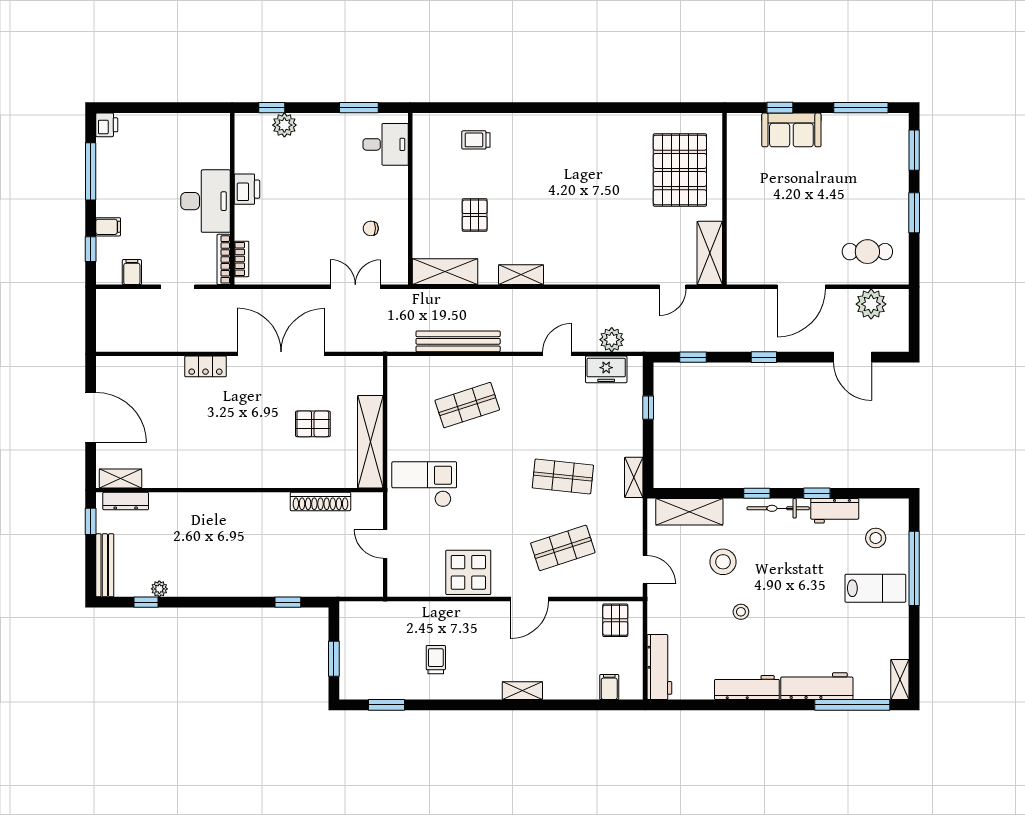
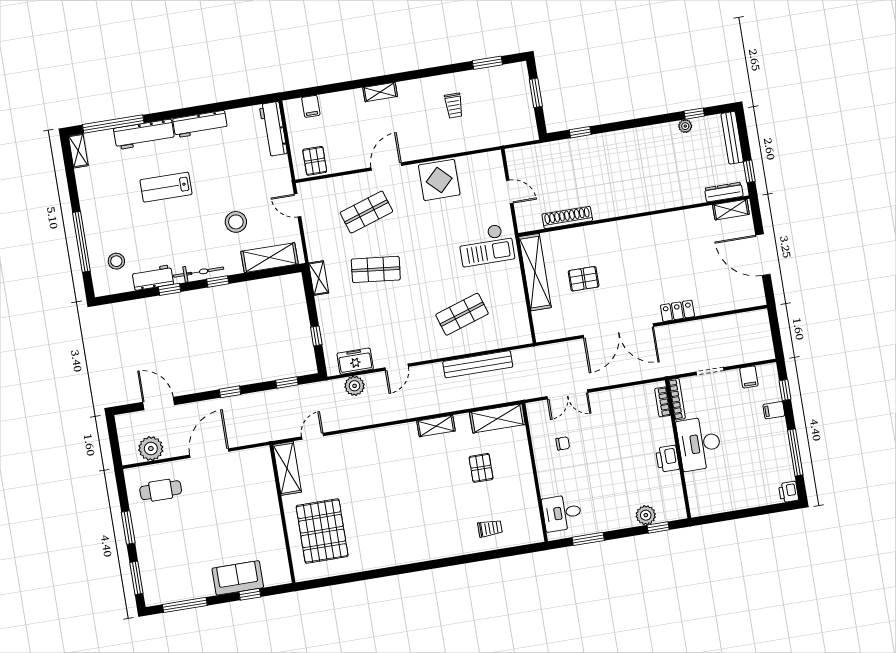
lab bench: (875, 588) -> (166, 187), moved
stool: (741, 612) -> (215, 184), removed

